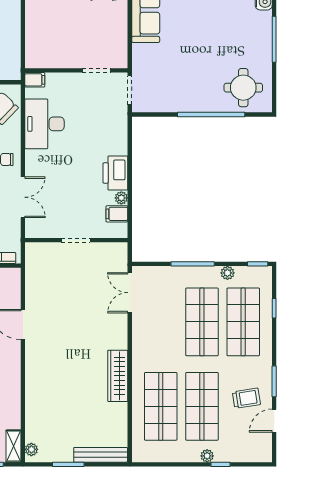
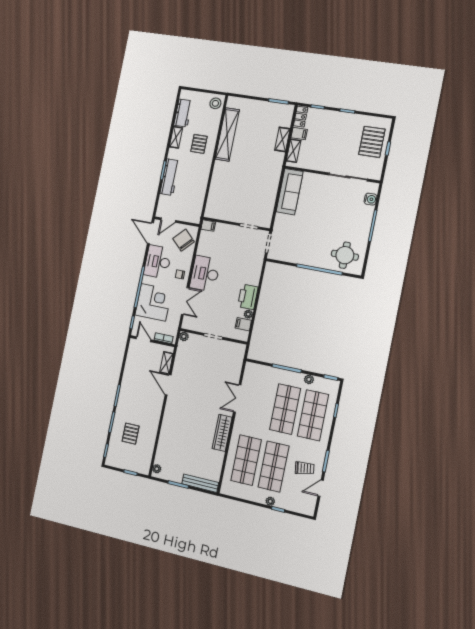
desk: (44, 124) -> (205, 274), moved
plant: (32, 249) -> (184, 336), added
double door: (130, 293) -> (237, 398), moved
shelving: (13, 446) -> (166, 363), moved

